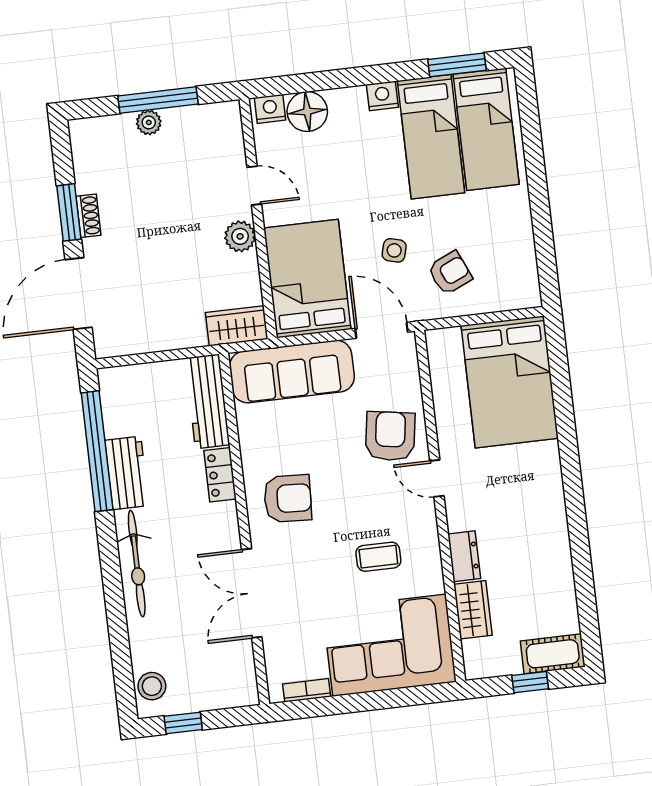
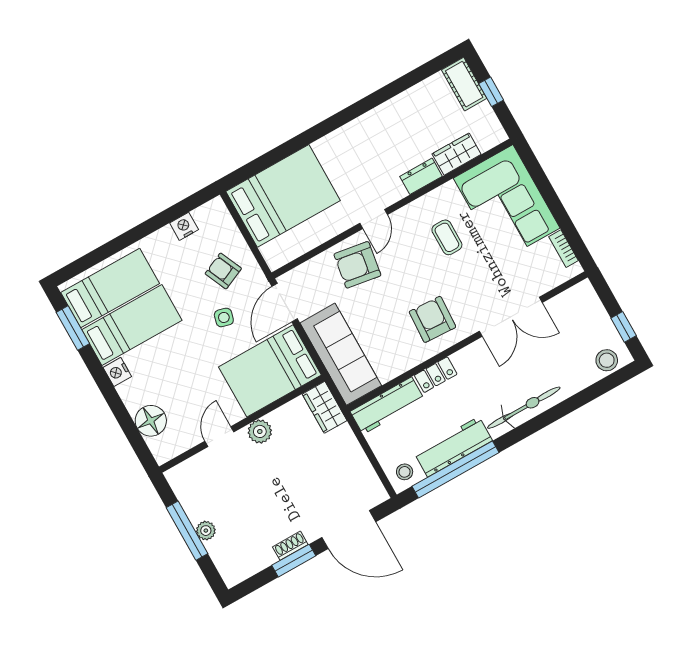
nightstand: (270, 109) -> (184, 226), moved, turned 90
stool: (120, 389) -> (405, 472), added
workbench: (127, 473) -> (453, 447), width x1.38

